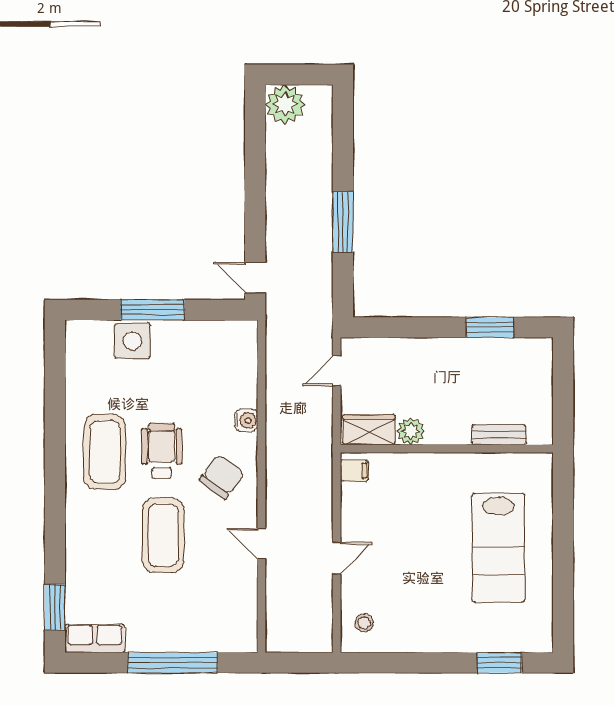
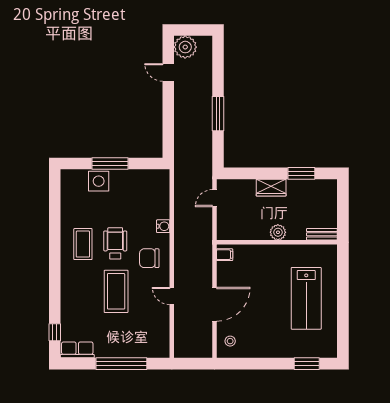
door: (255, 278) -> (168, 72), moved
wardrobe: (369, 430) -> (271, 188), moved, turned 180
plant: (411, 431) -> (278, 232), moved
bench: (499, 435) -> (322, 234), moved
coffee table: (105, 452) -> (83, 244), width x0.73, depth x0.76
chair: (222, 477) -> (149, 258), turned -127
door: (337, 558) -> (214, 304), width x1.87
window: (55, 607) -> (55, 332), width x0.67

